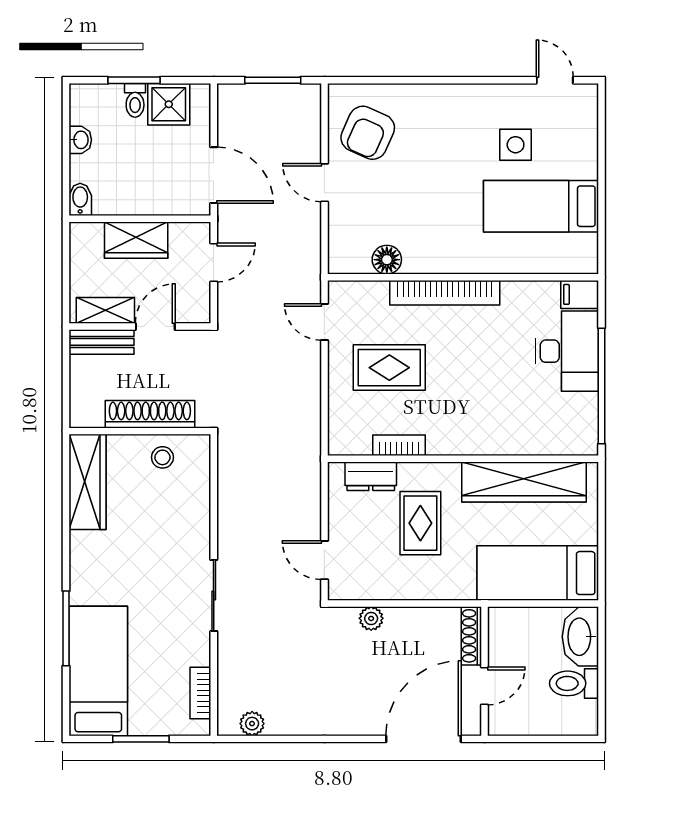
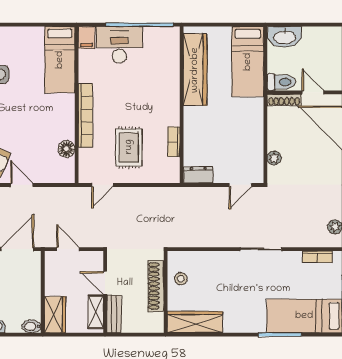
door: (324, 183) -> (22, 185), swing flipped
bed: (541, 206) -> (60, 60), moved
wardrobe: (136, 240) -> (55, 315), moved
dresser: (371, 476) -> (198, 175), moved, turned -90
rug: (420, 523) -> (219, 130), removed
toilet: (574, 683) -> (281, 82), moved, turned -90

